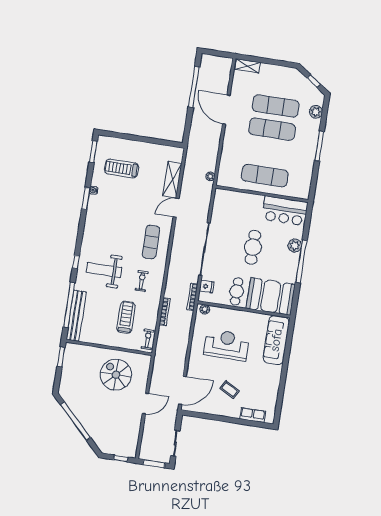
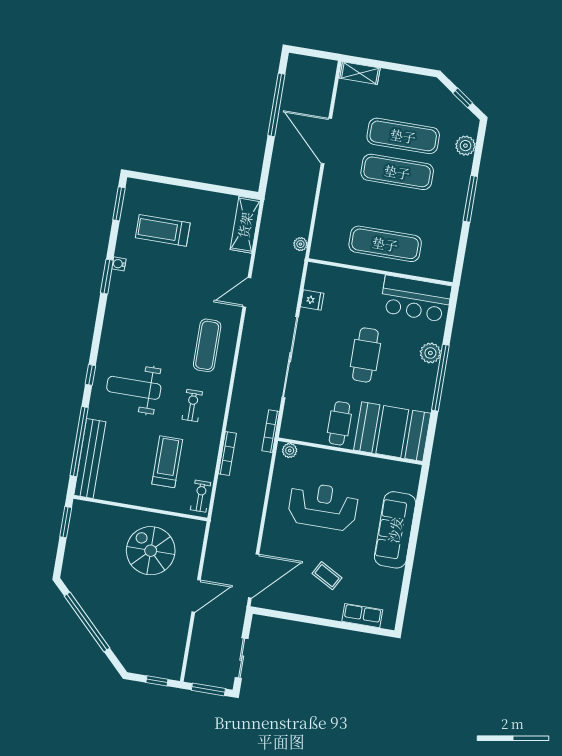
shelving: (172, 180) -> (245, 225), moved
fridge: (207, 286) -> (312, 300), moved
sofa: (276, 340) -> (395, 530), moved

